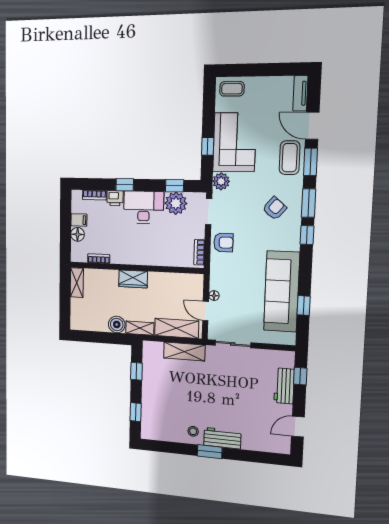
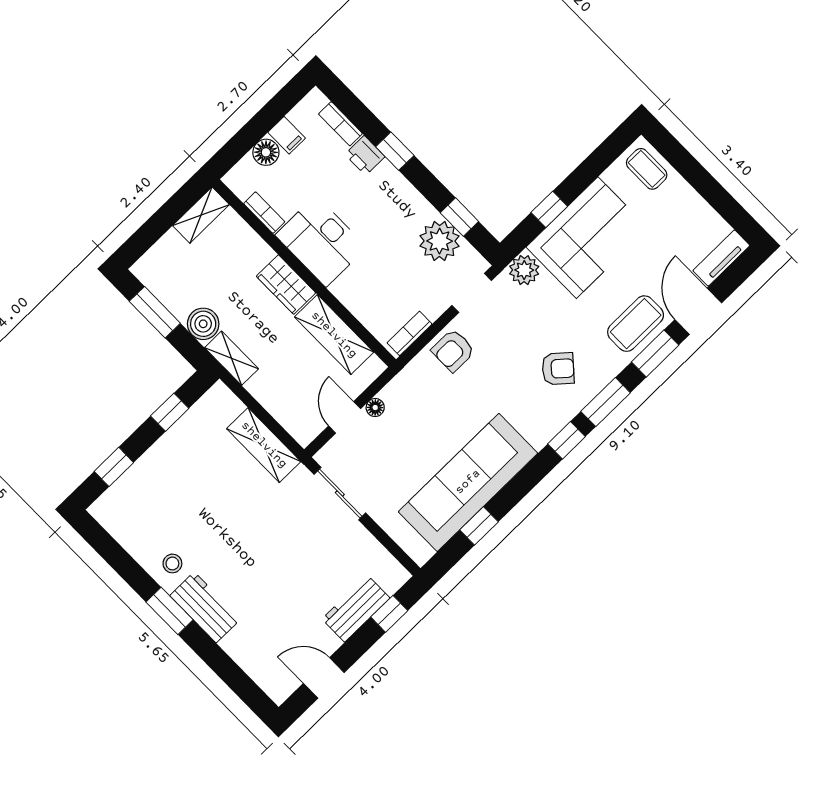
desk: (144, 207) -> (321, 241), moved, turned 180
armchair: (223, 242) -> (453, 350), turned 90
shelving: (177, 328) -> (334, 335), moved
window: (95, 337) -> (155, 312), added

